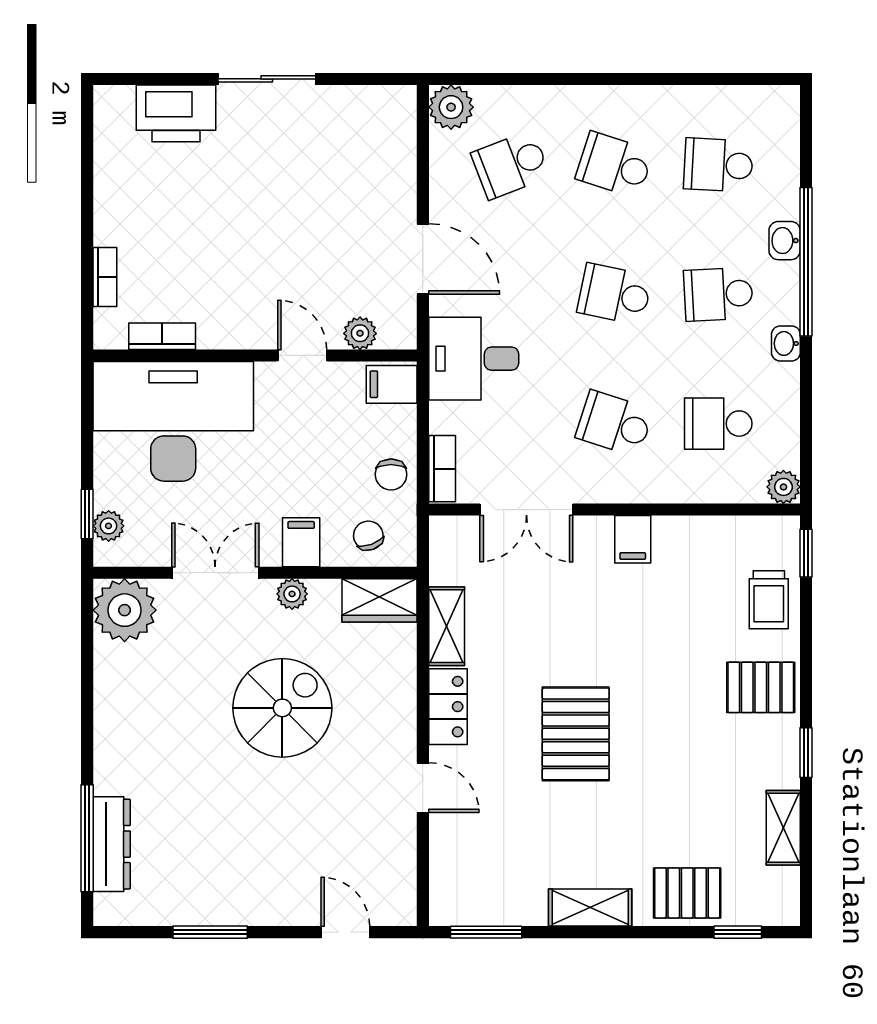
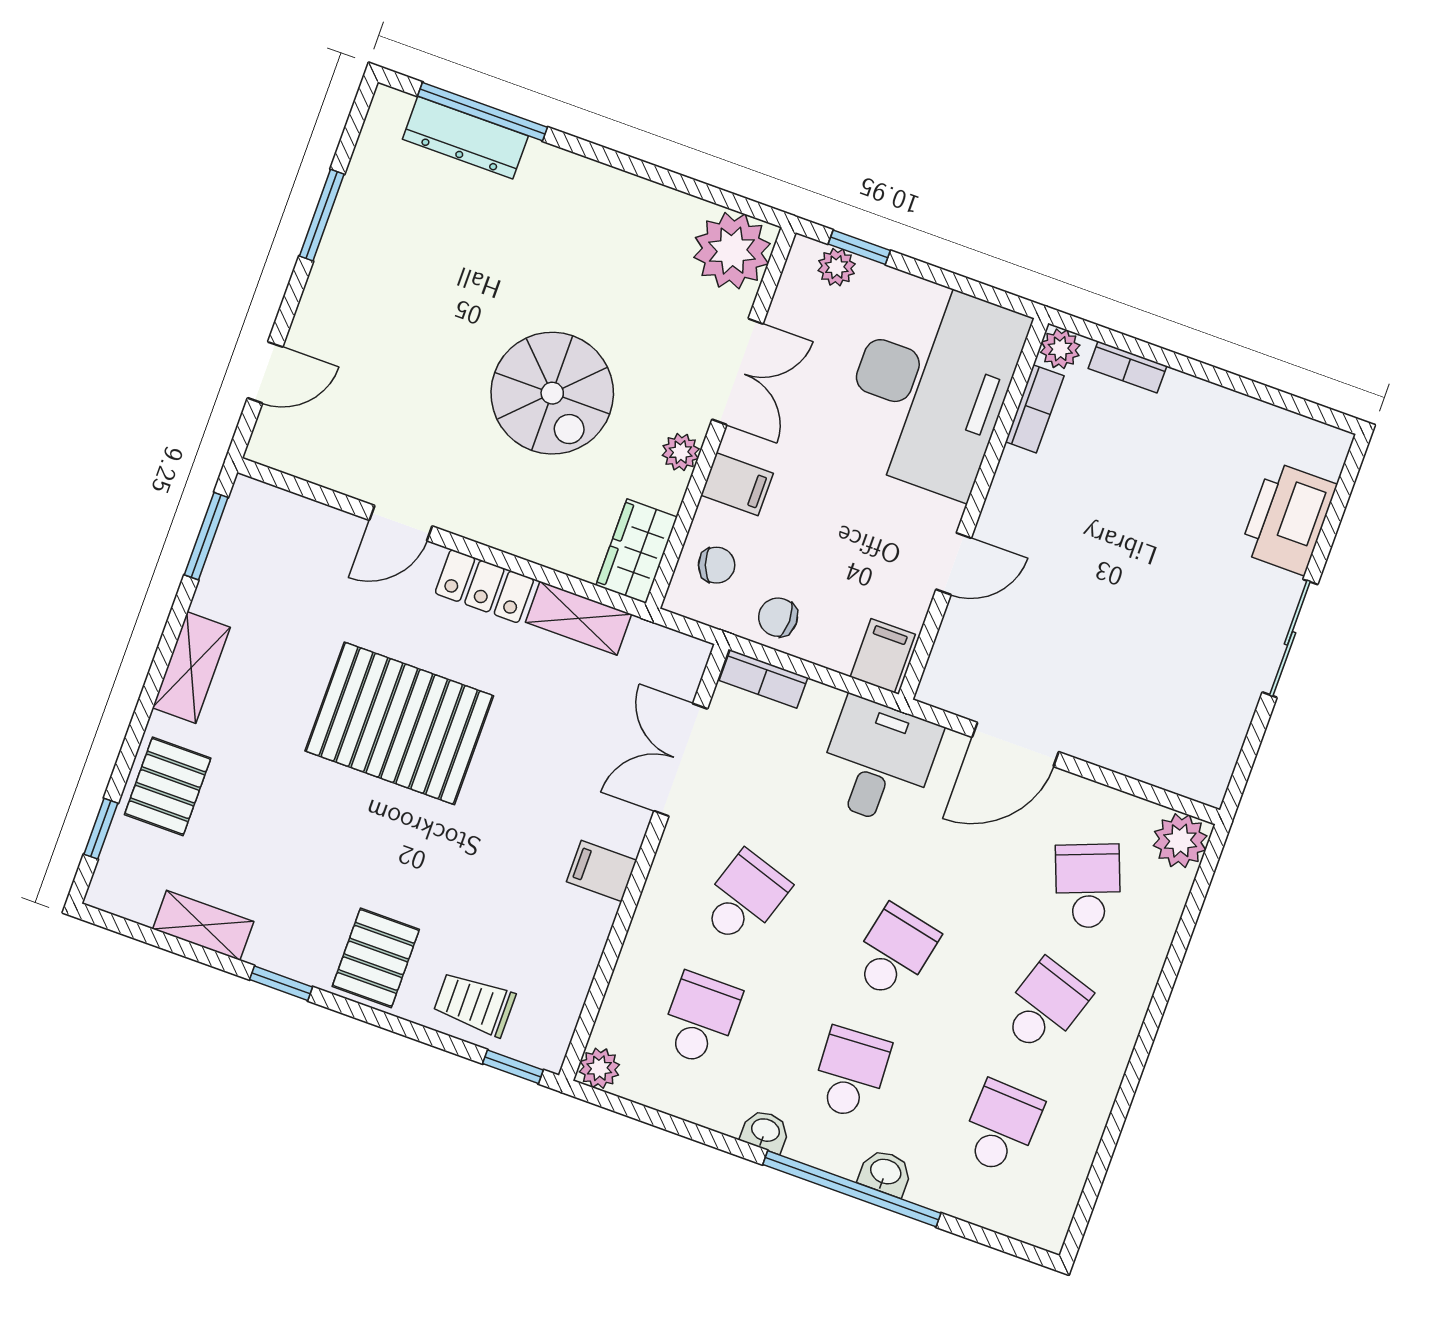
plant: (360, 333) -> (1060, 349), moved
pallet: (576, 734) -> (399, 723), width x1.37, depth x1.41

